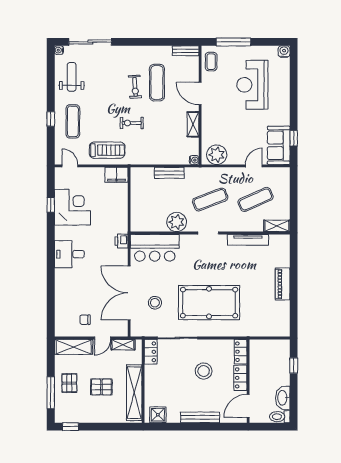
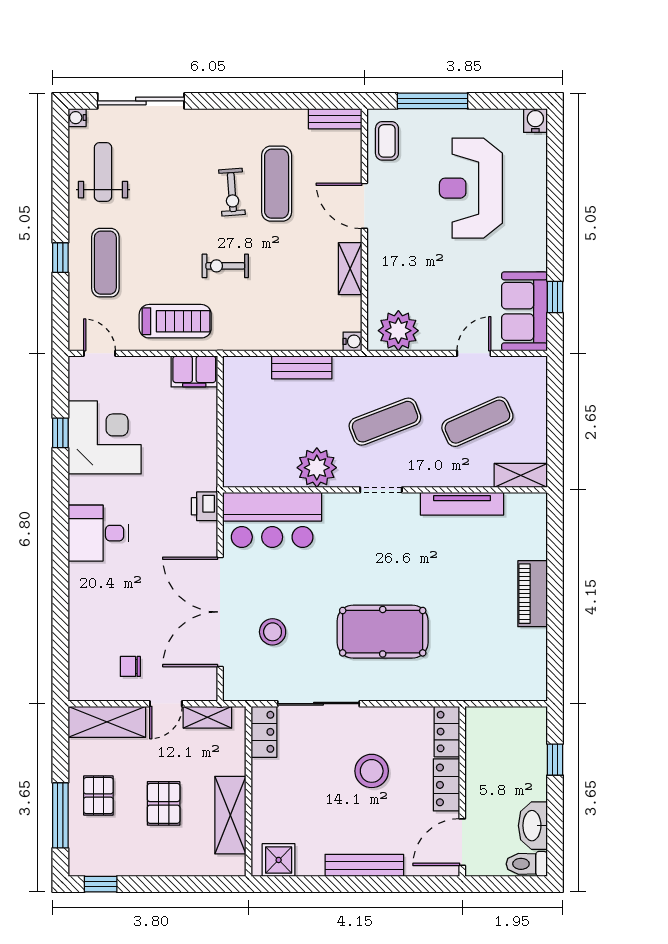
pool table: (209, 303) -> (383, 632), width x0.73, depth x0.76
pallet: (101, 387) -> (164, 803), turned 90
shelving: (134, 393) -> (230, 815), width x0.68

